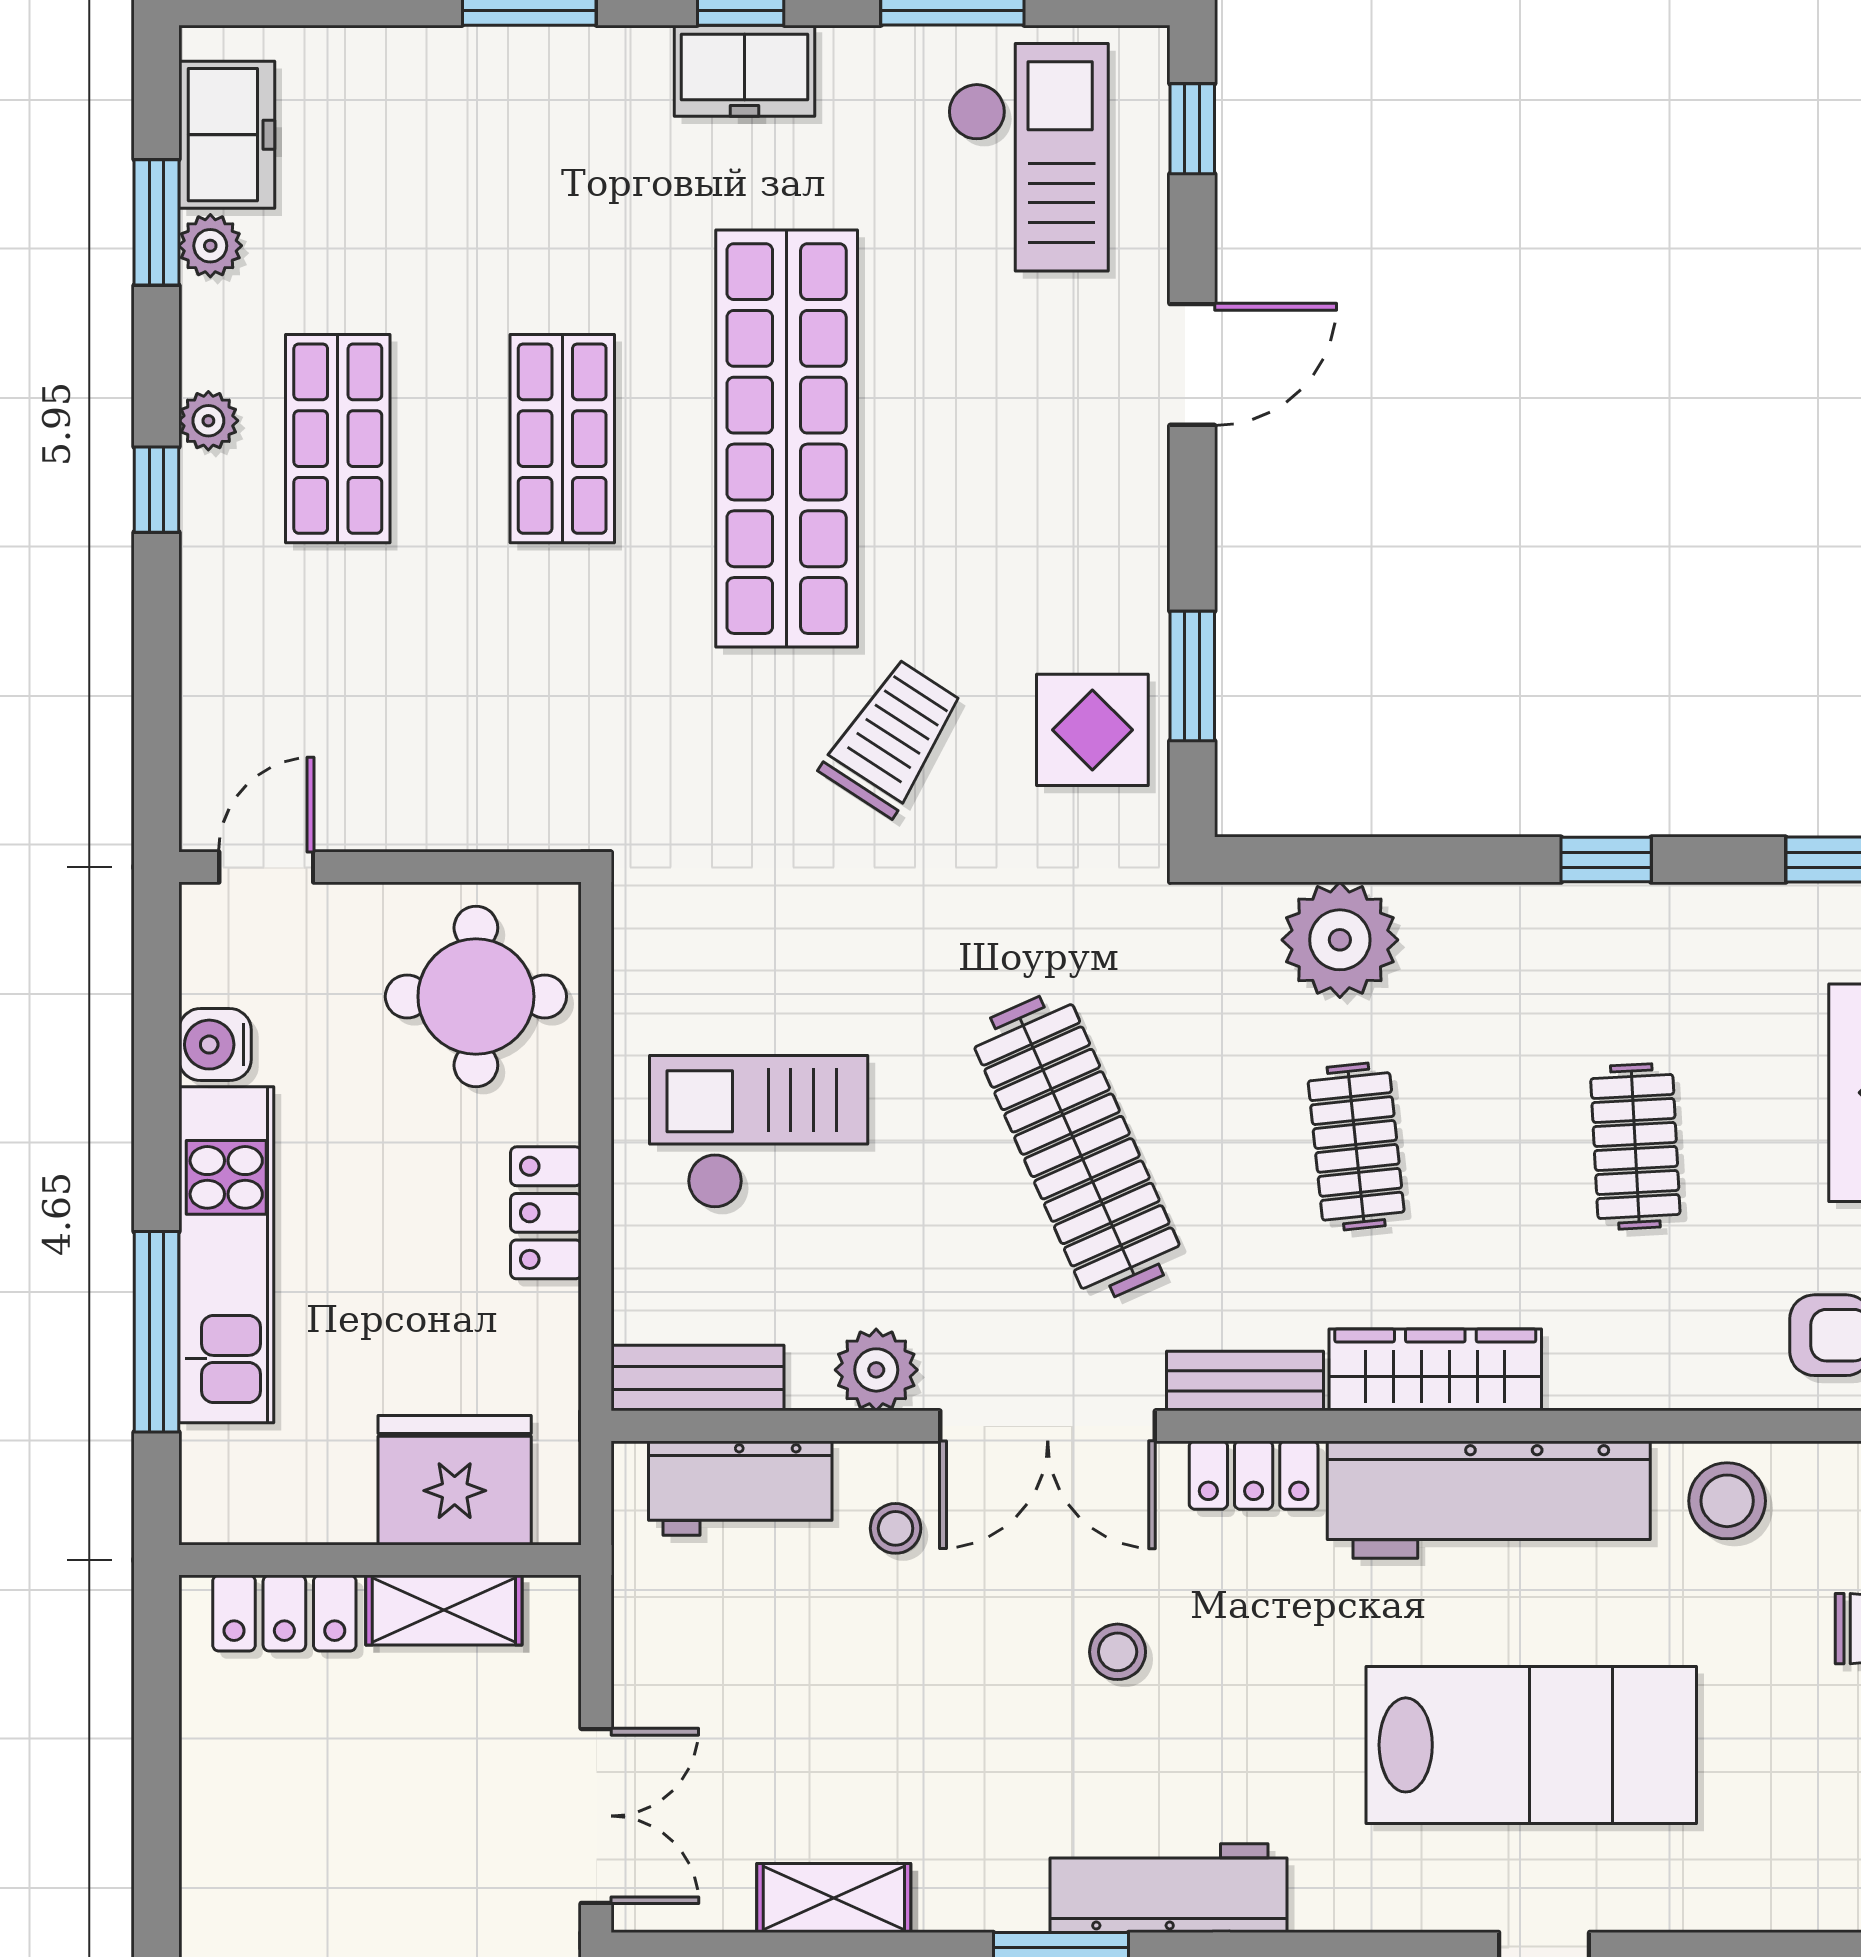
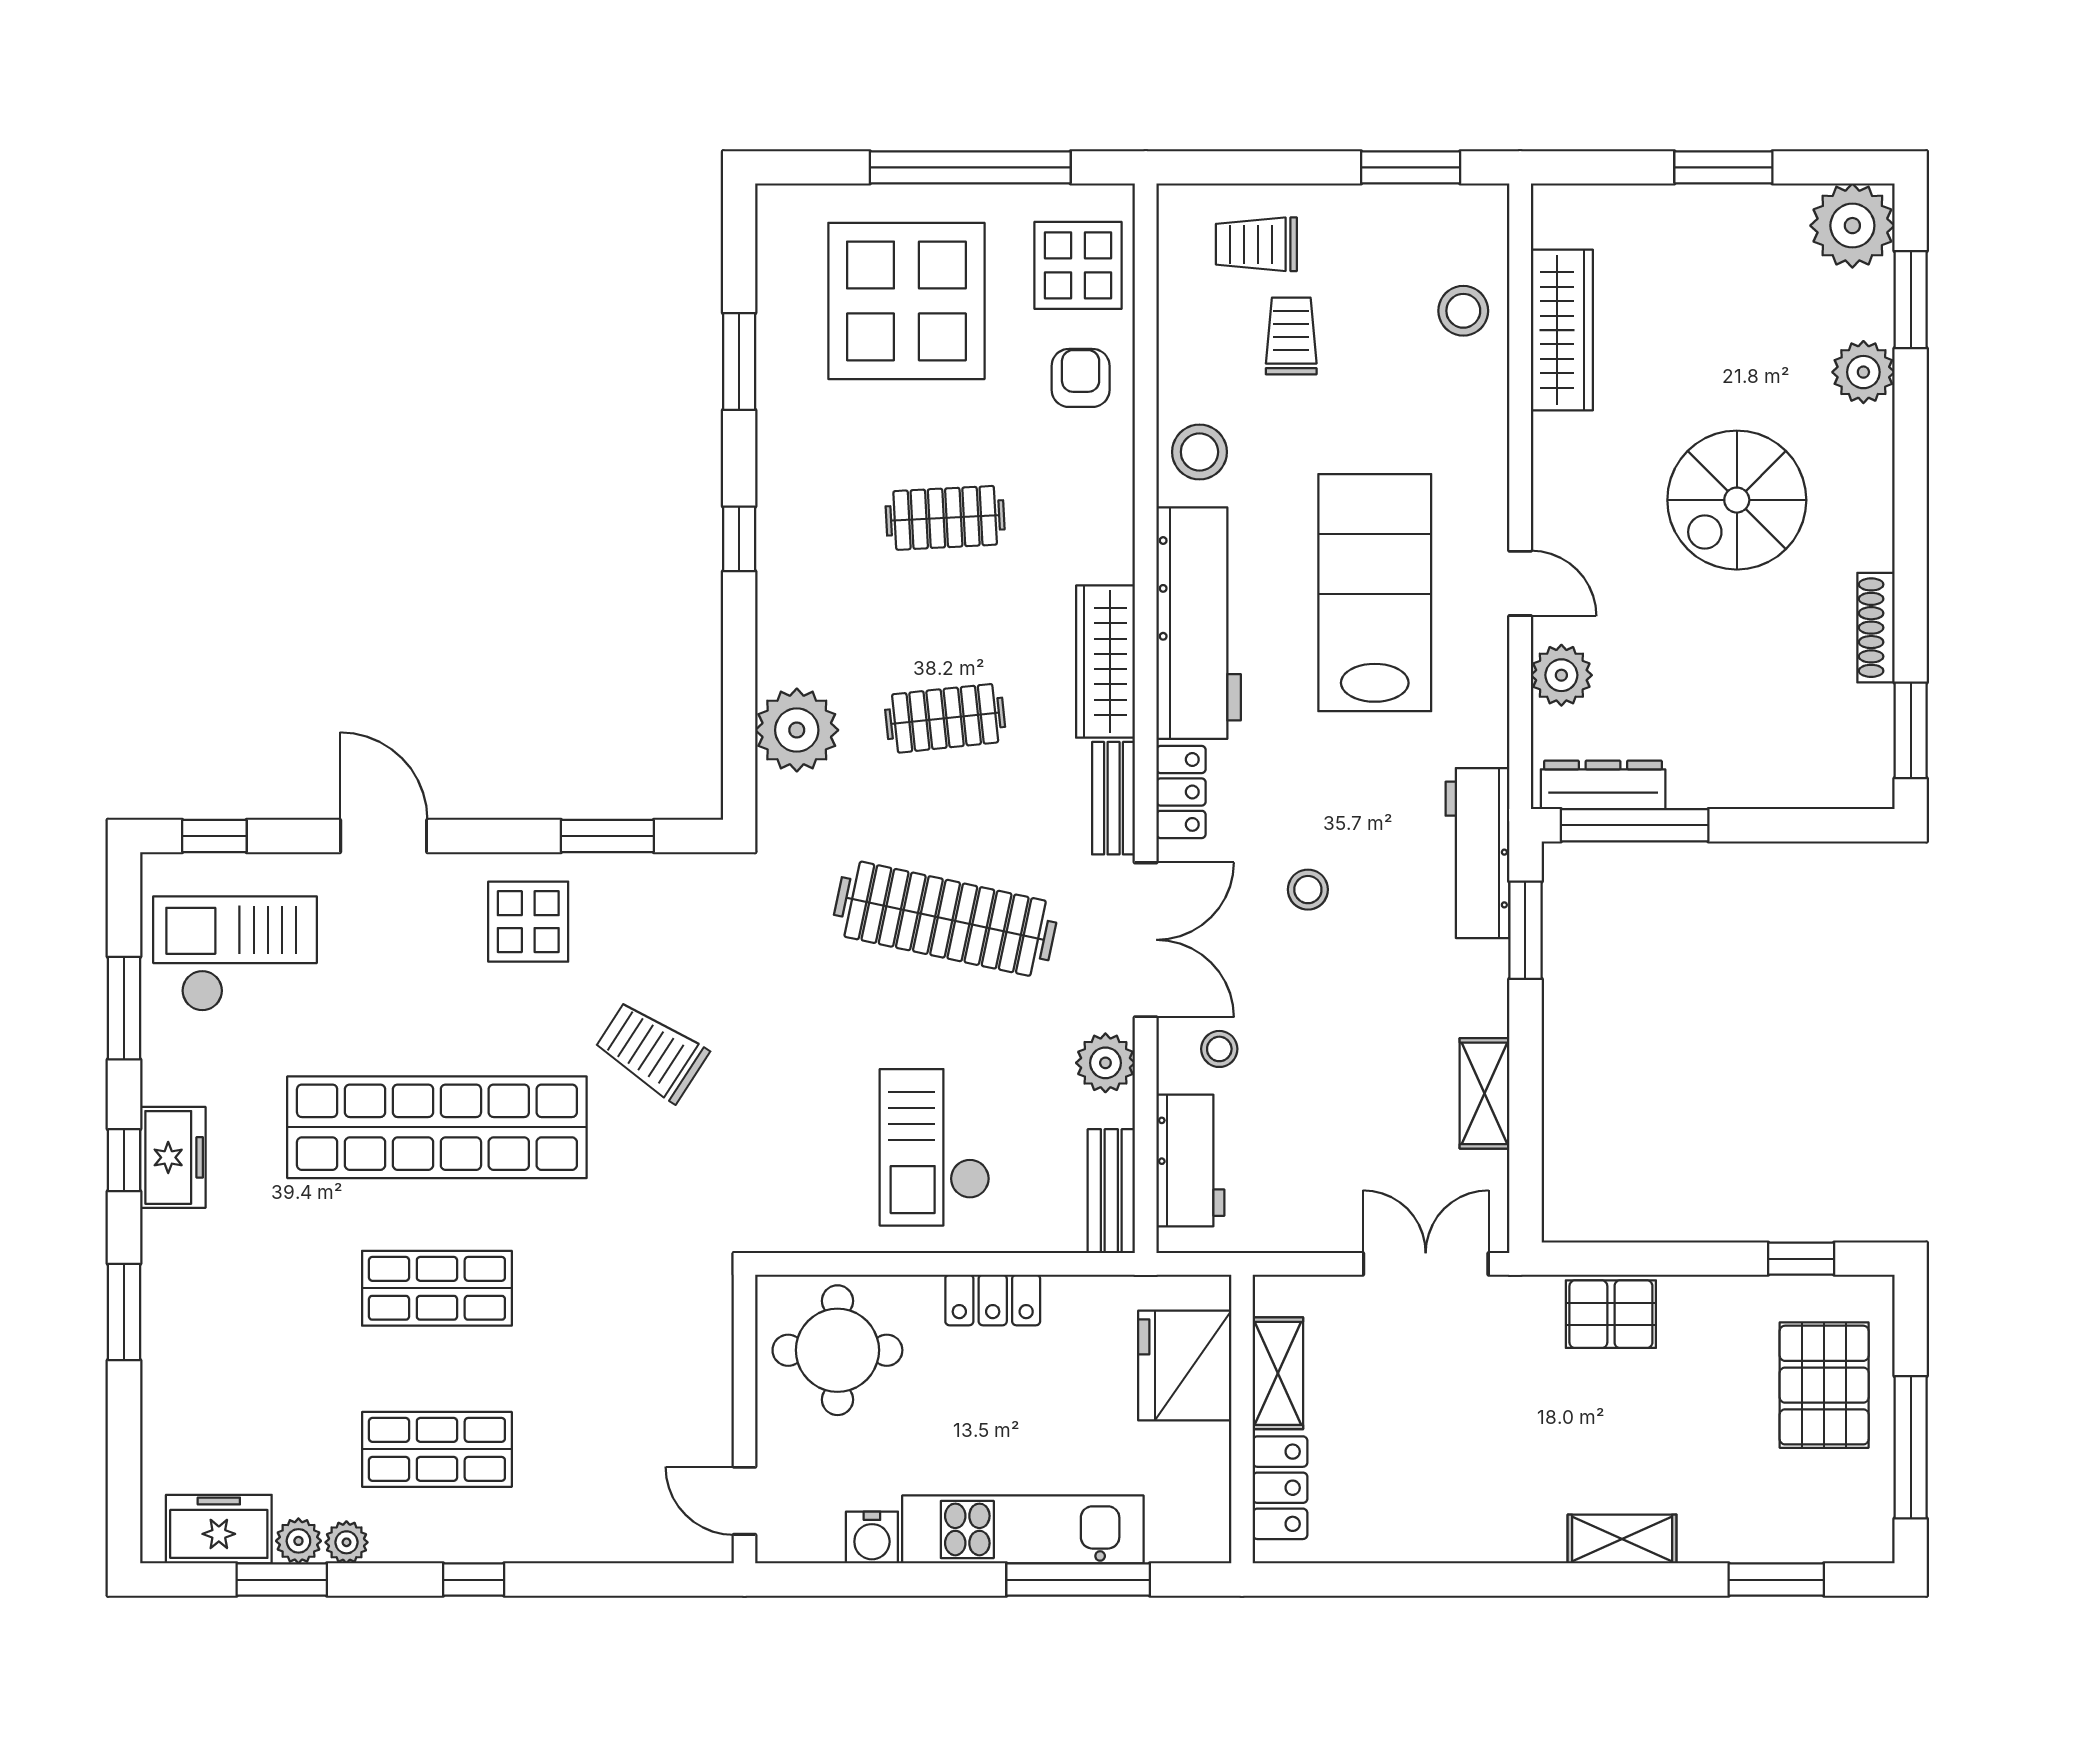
plant: (208, 421) -> (346, 1542), moved
display table: (1092, 730) -> (528, 922), moved
clothes rail: (1077, 1146) -> (945, 919), turned 36

